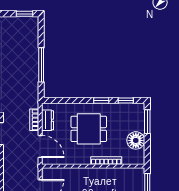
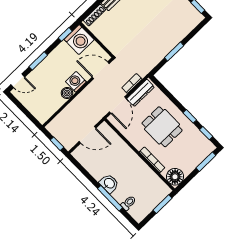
window: (41, 65) -> (174, 52), width x0.69
dresser: (48, 120) -> (140, 93), width x1.44
floor lamp: (136, 140) -> (175, 177), moved

